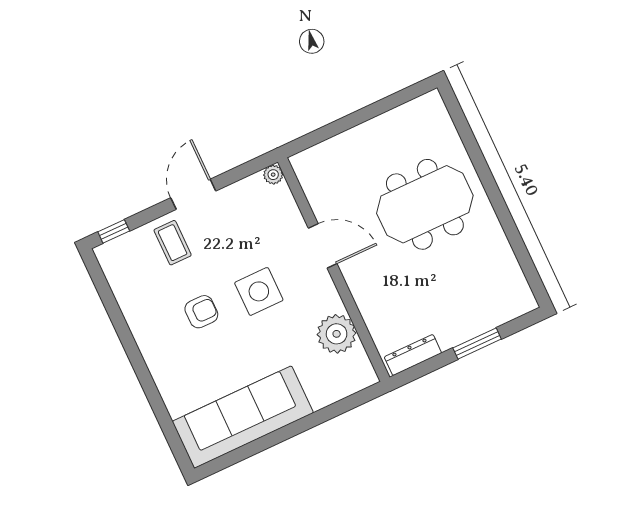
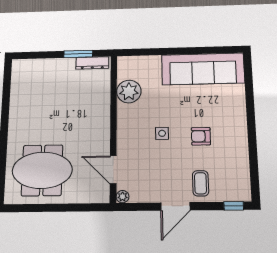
meeting table: (425, 204) -> (42, 170), moved
door: (323, 246) -> (113, 170), moved
side table: (259, 291) -> (162, 133), width x0.54, depth x0.54
window: (477, 344) -> (78, 54), moved

